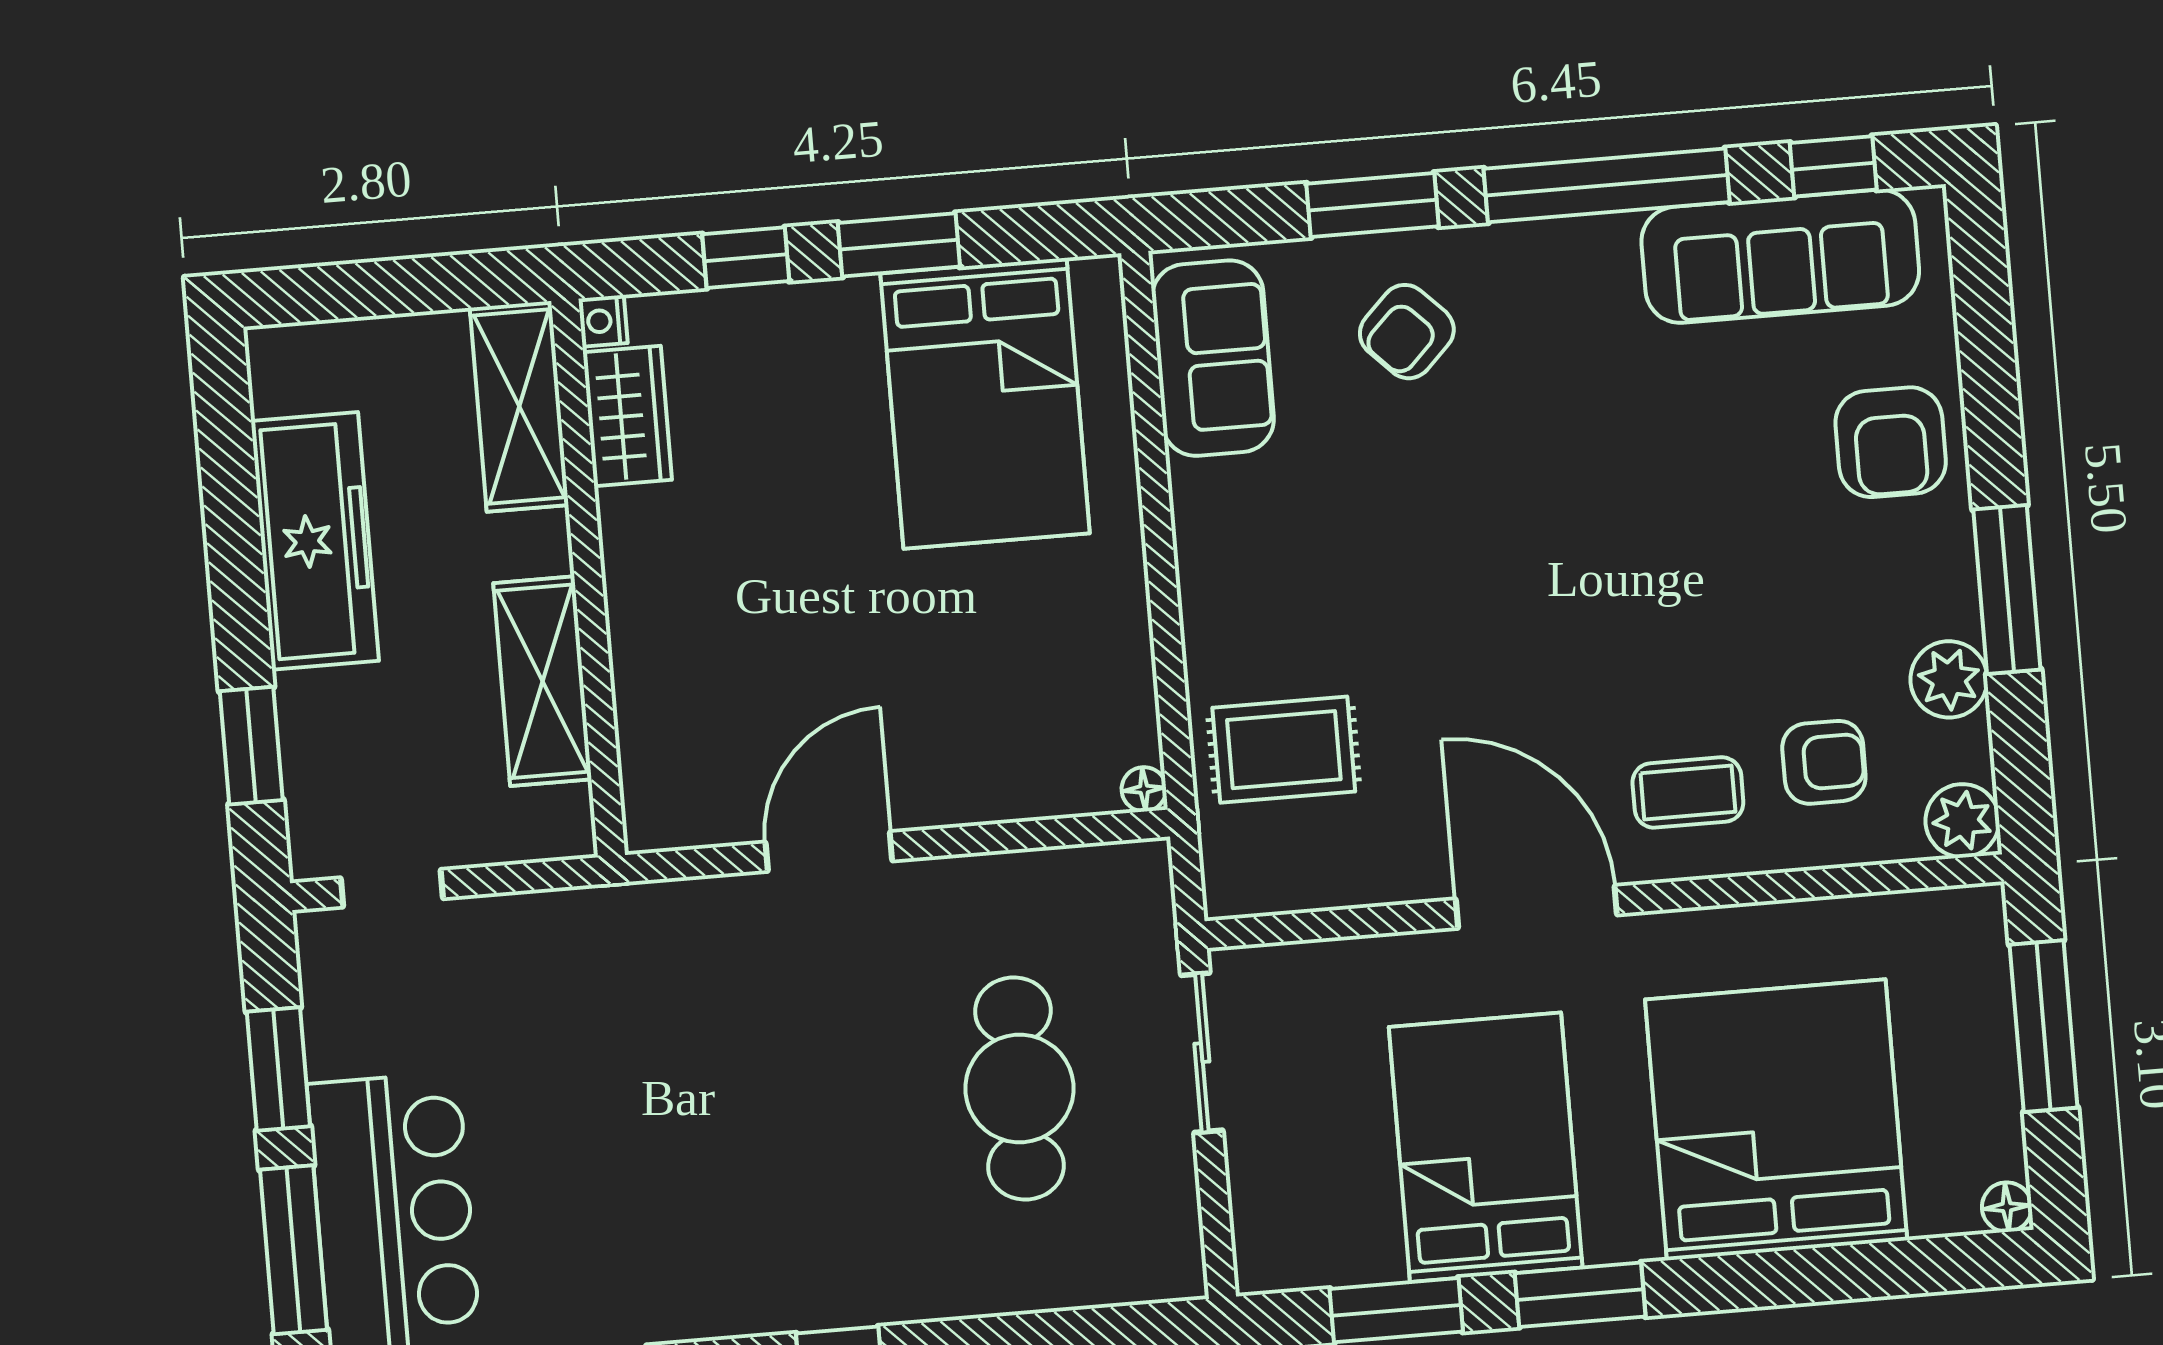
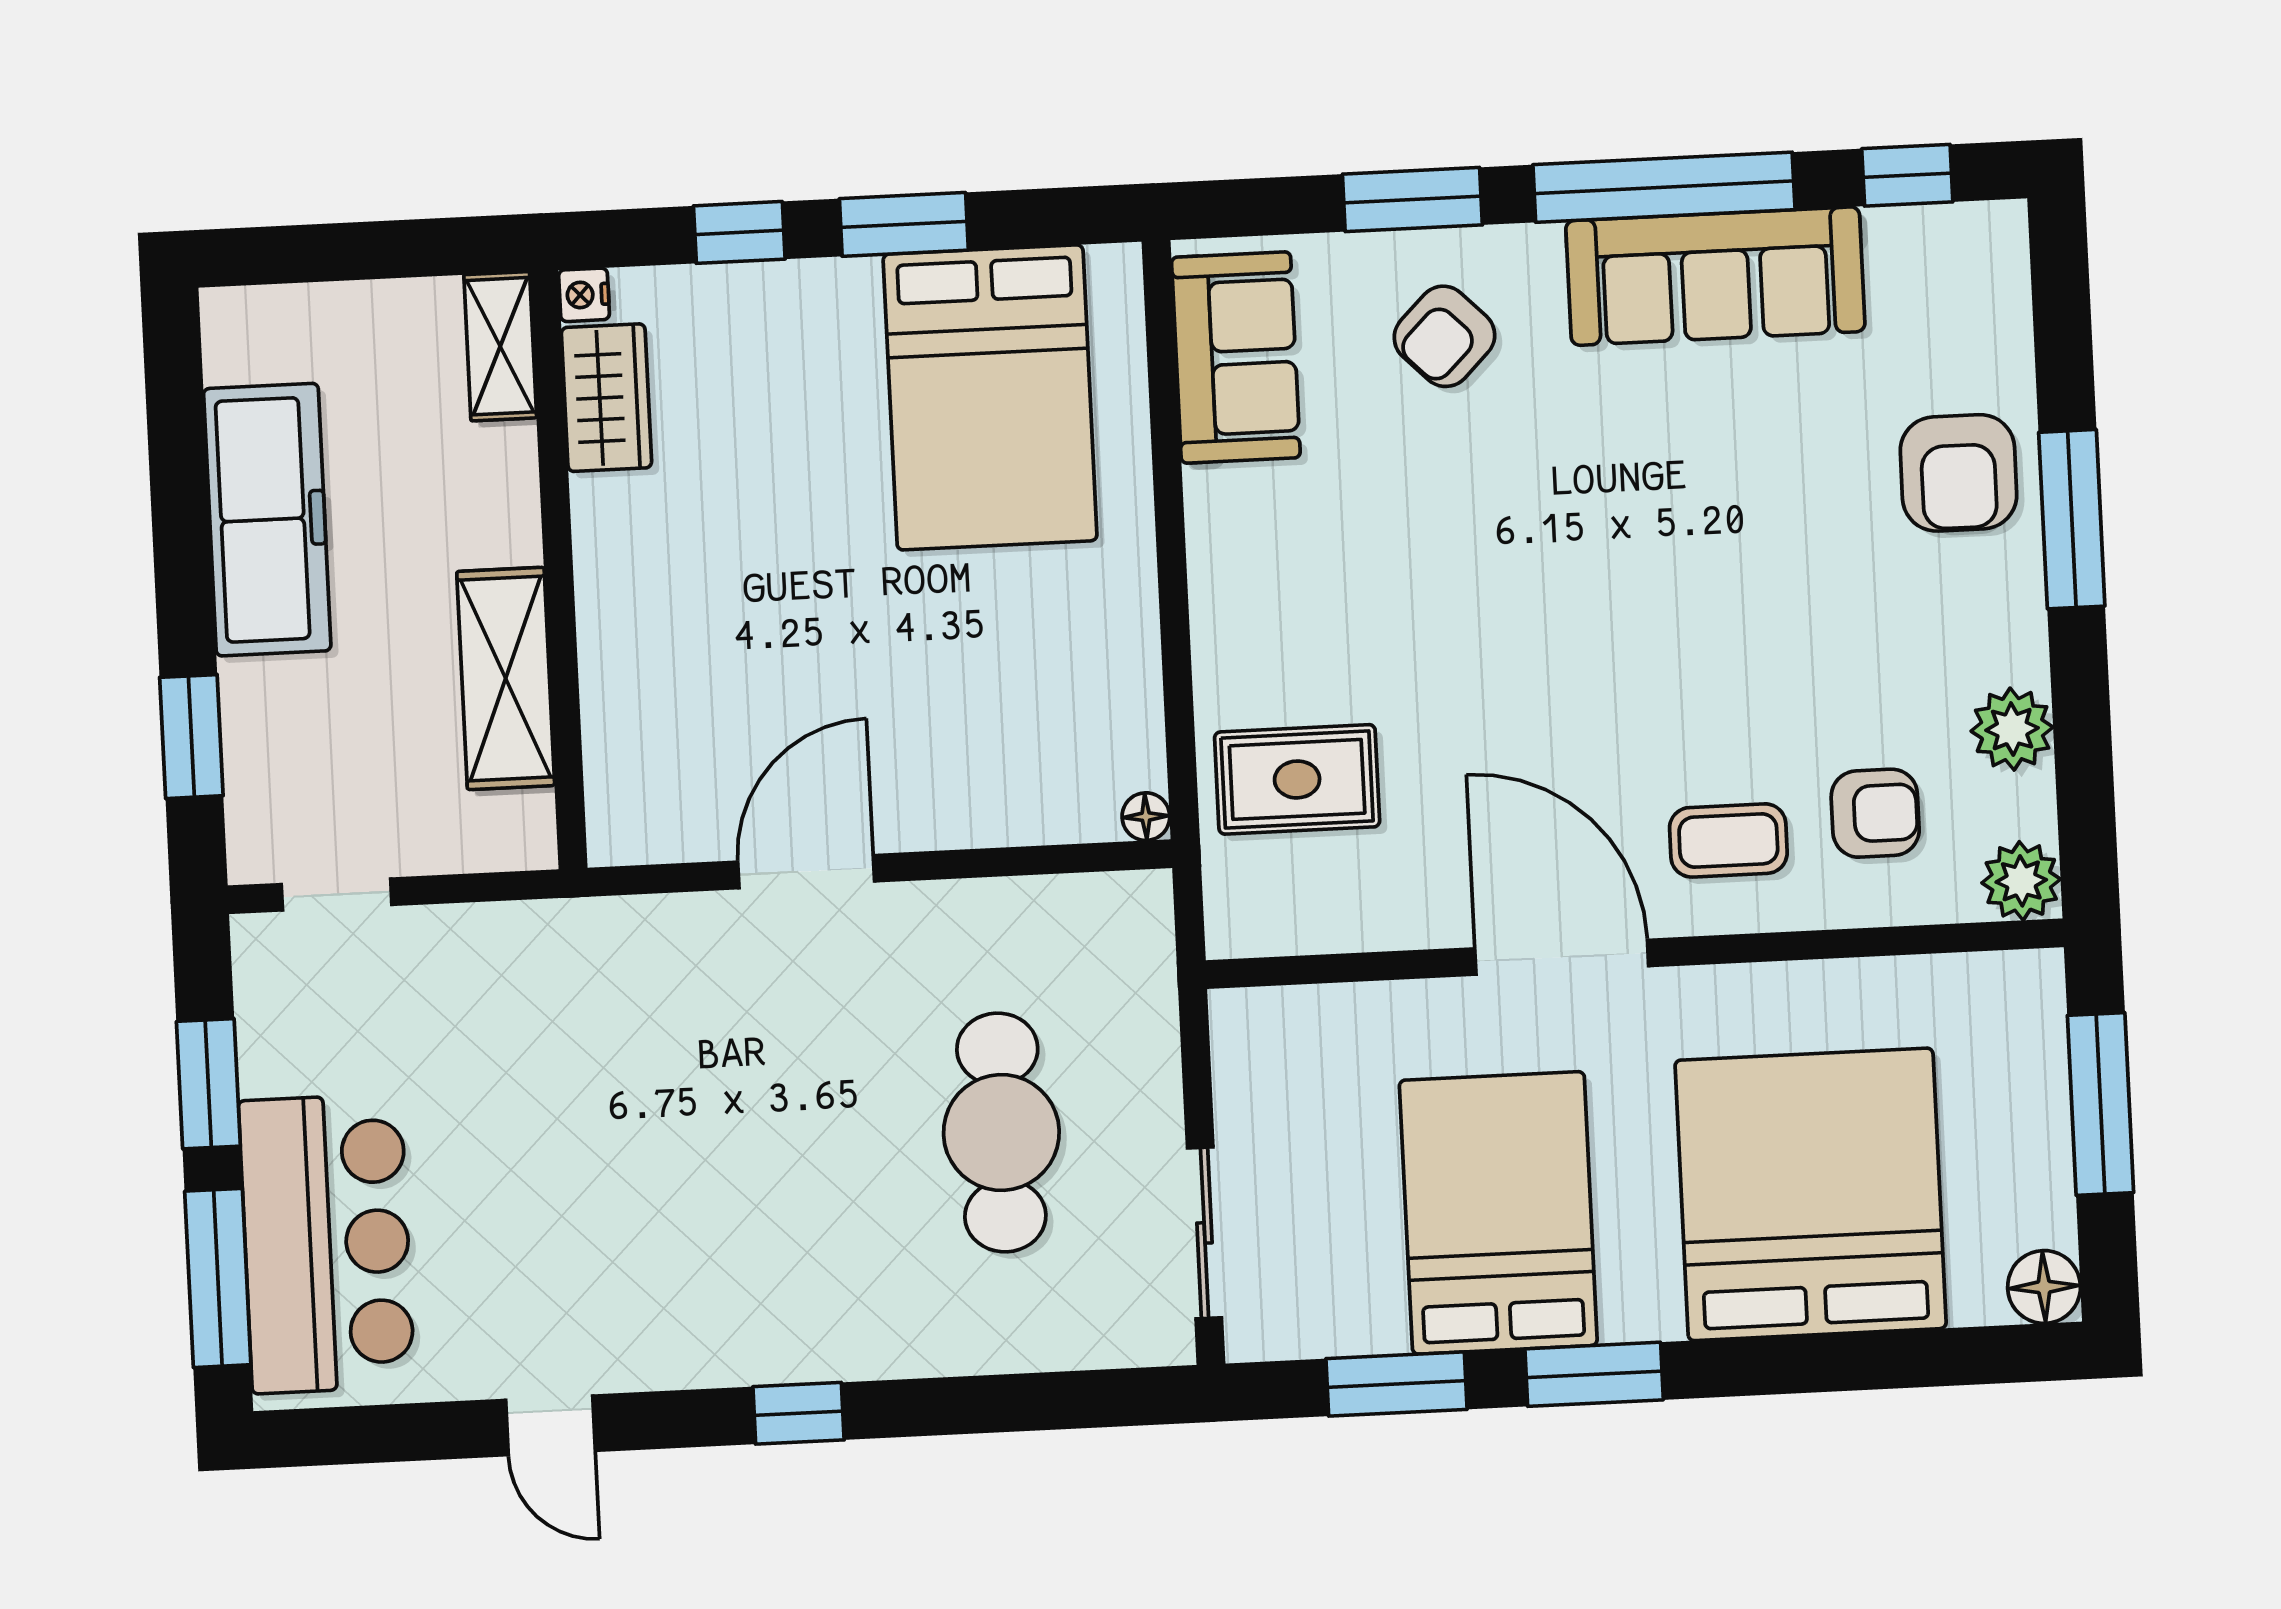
sofa: (1780, 256) -> (1715, 276), moved
shelving: (519, 406) -> (500, 346), width x0.67, depth x0.75
window: (2007, 590) -> (2072, 519), moved
sliding door: (1202, 1053) -> (1205, 1233), moved
floor lamp: (2007, 1207) -> (2044, 1287), width x1.37, depth x1.37

